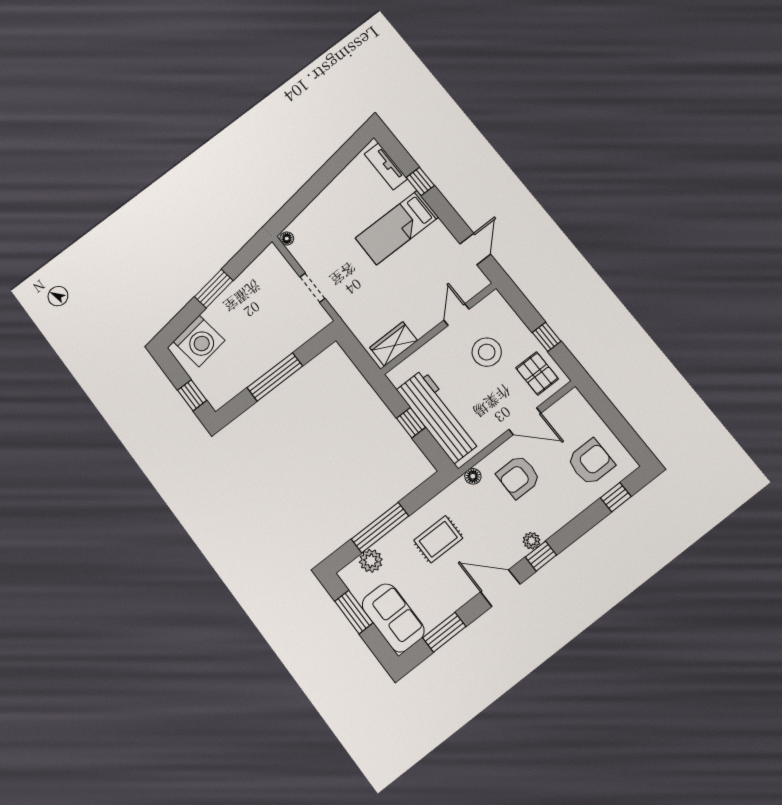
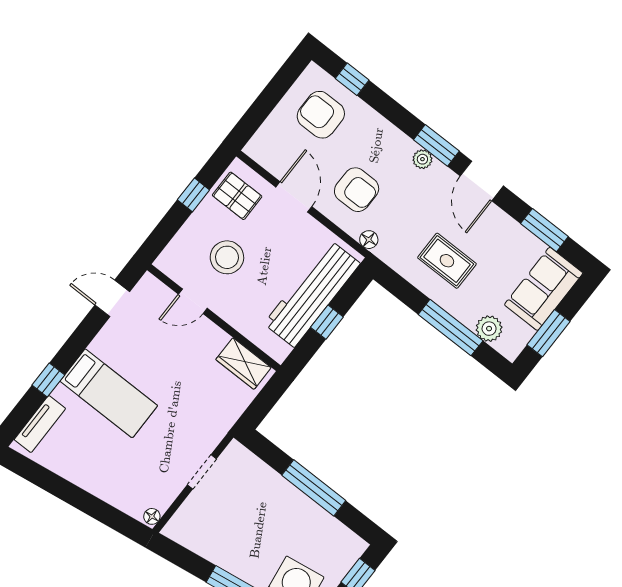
pallet: (537, 373) -> (237, 196), turned 90
window: (541, 556) -> (436, 145), width x1.50

